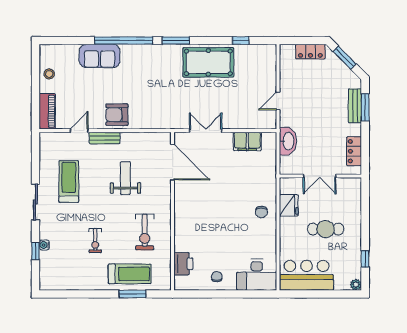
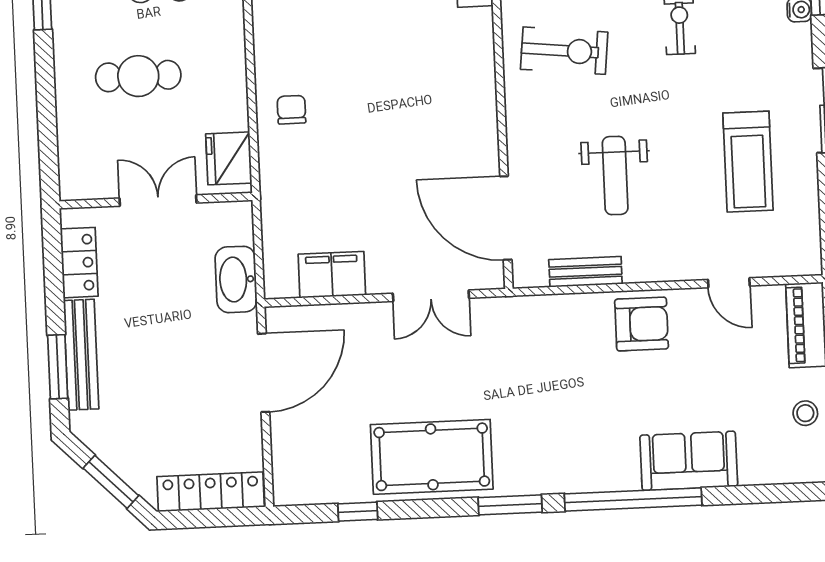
locker: (310, 52) -> (211, 492), width x1.53
door: (278, 101) -> (264, 373), width x1.88
bench: (355, 106) -> (81, 355), width x1.36
door: (79, 131) -> (729, 283), hinge flipped
bench: (105, 138) -> (585, 272), moved
fridge: (289, 205) -> (229, 158), moved
exercise bike: (145, 232) -> (564, 51), turned 96

